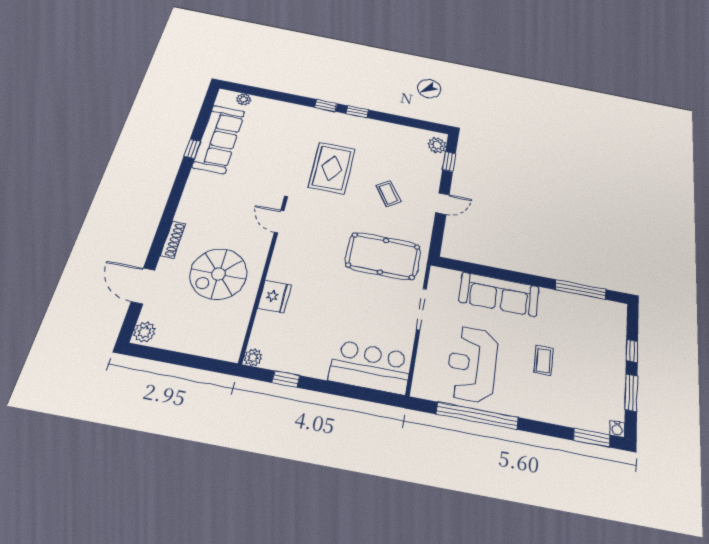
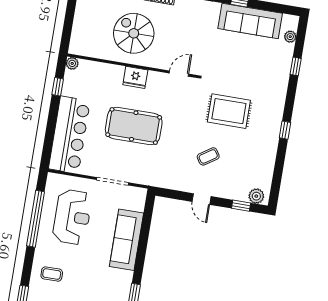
window: (326, 105) -> (296, 66), moved
pool table: (383, 256) -> (134, 126), moved, turned 90
fridge: (274, 296) -> (135, 77), moved
coffee table: (543, 360) -> (52, 274), moved
reception desk: (472, 364) -> (72, 217), turned 90
bar counter: (370, 367) -> (69, 135), width x1.36

